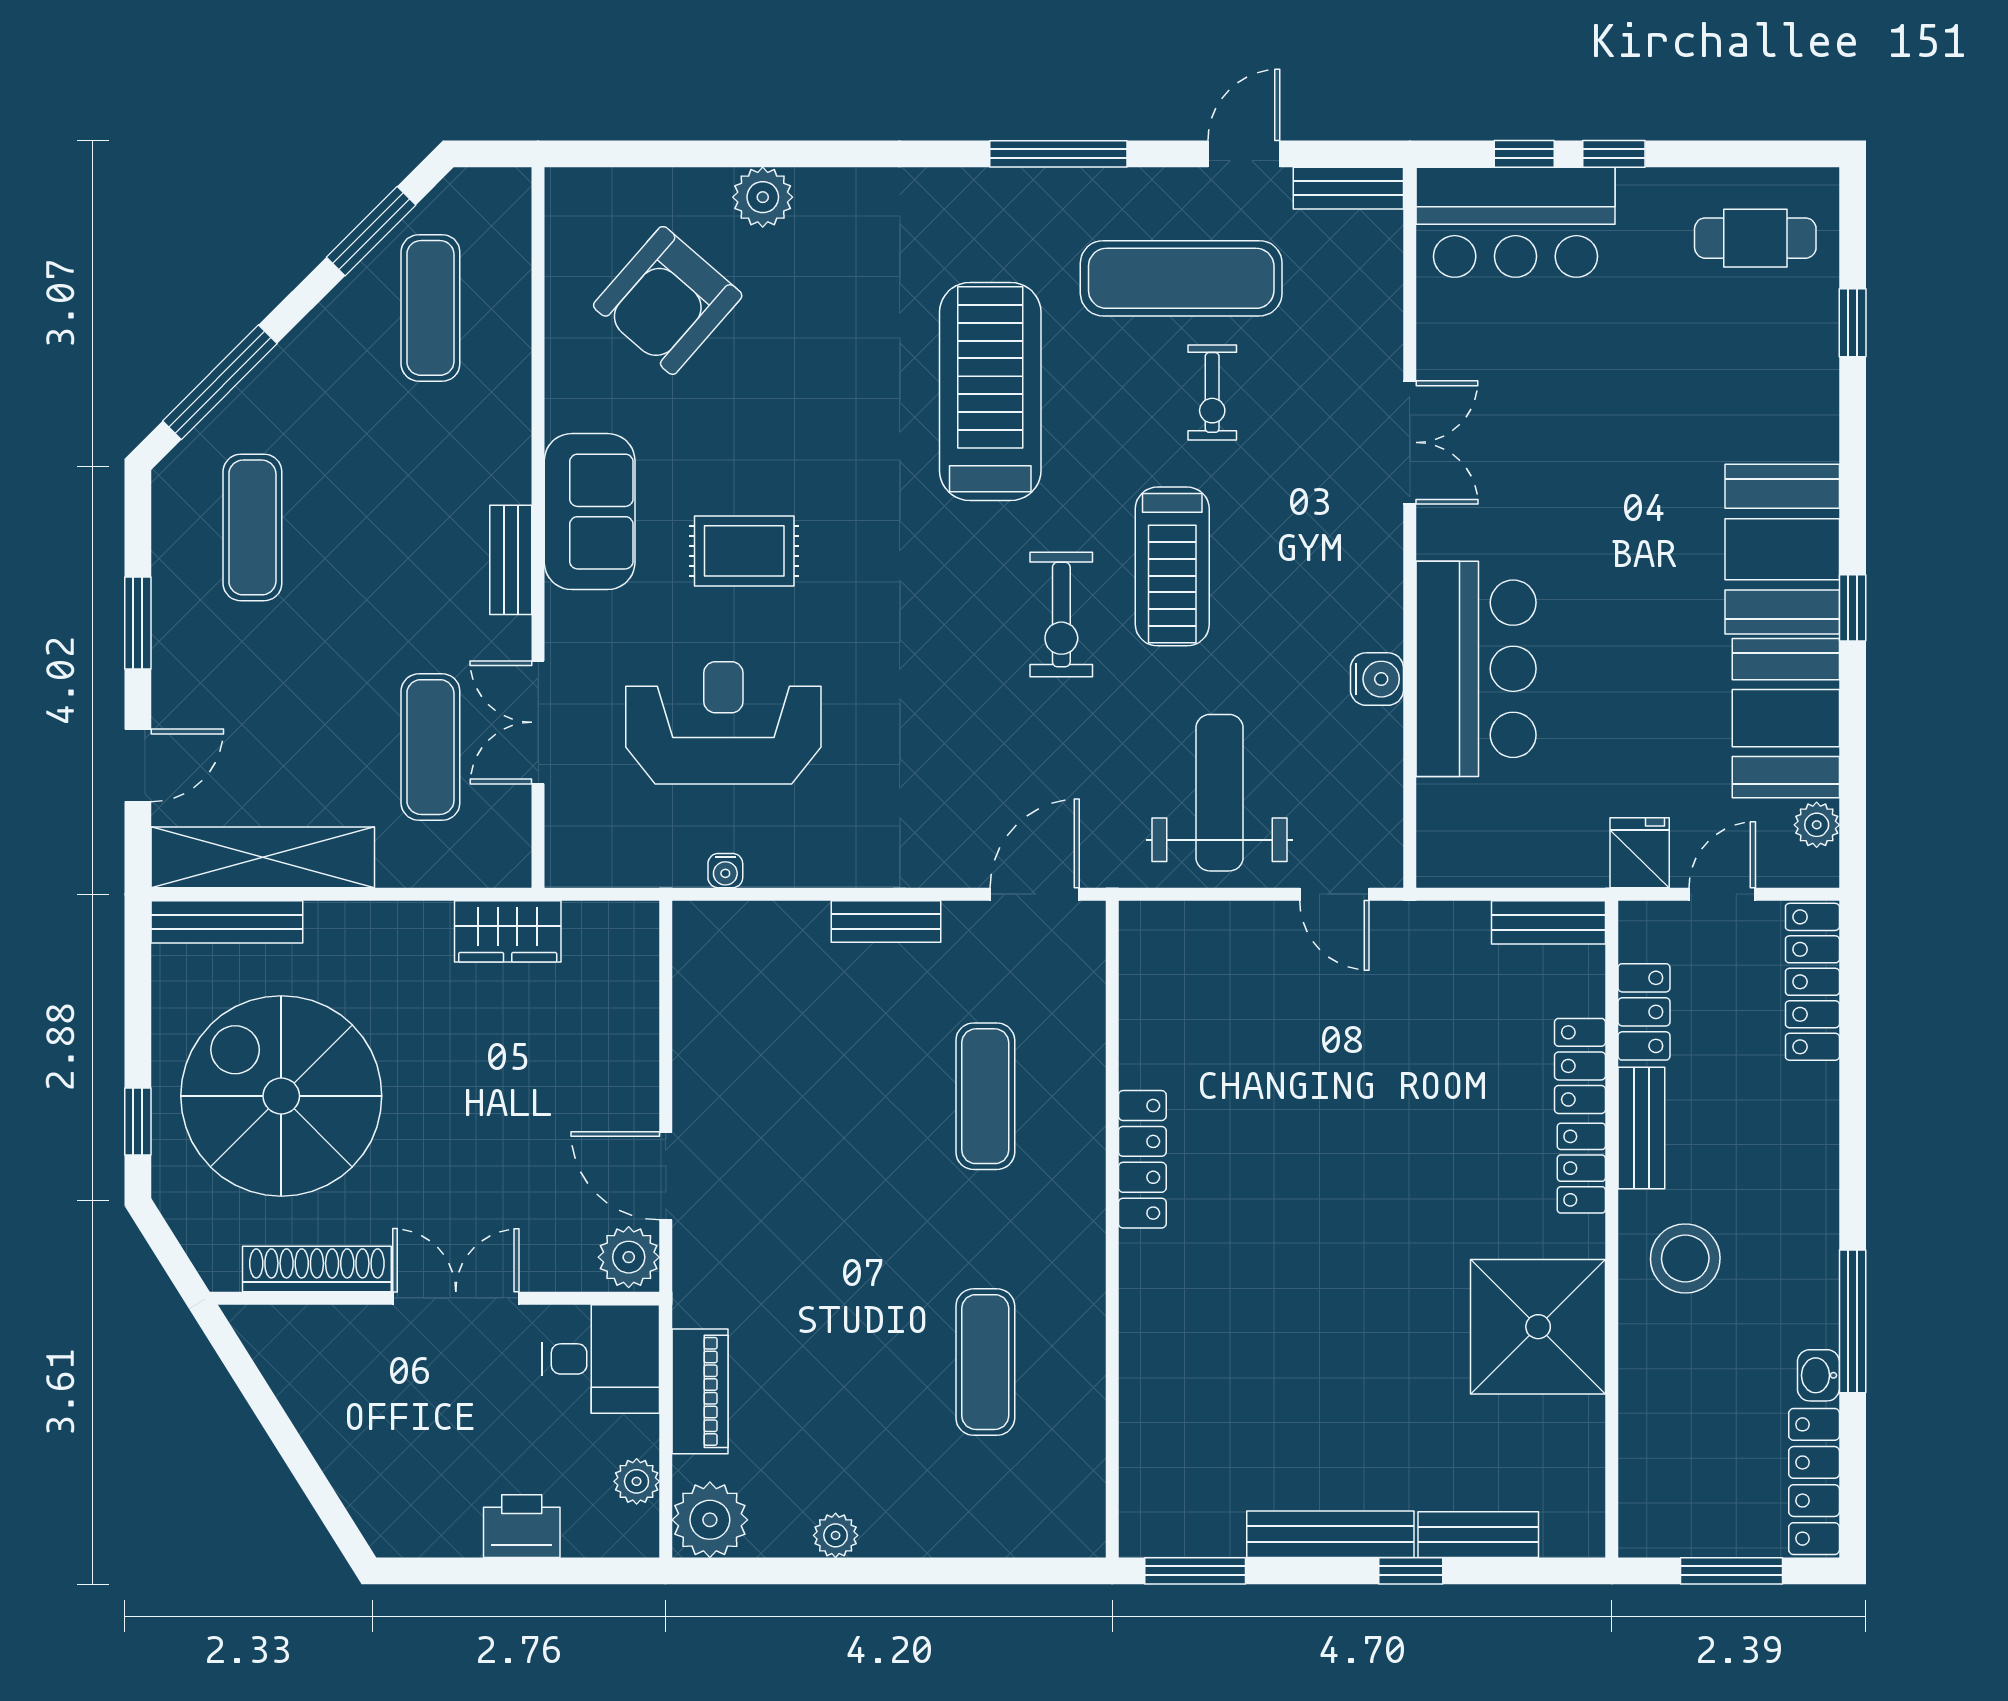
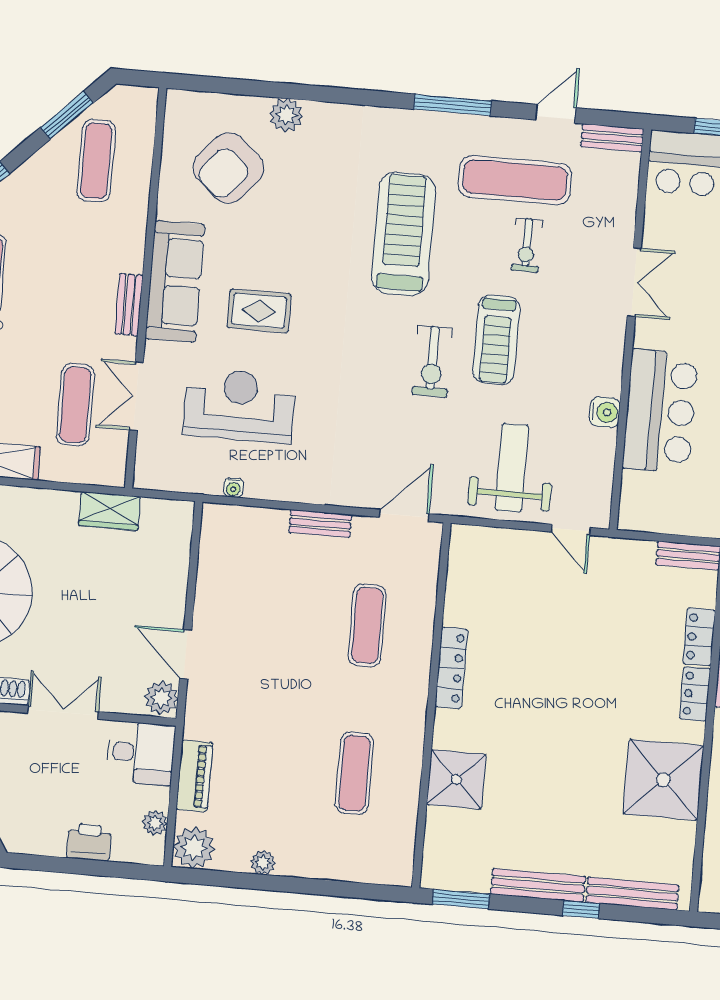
sofa: (590, 512) -> (175, 282), width x1.36
shower: (1168, 1358) -> (456, 779), added
bench: (1478, 1535) -> (632, 894), width x1.36

